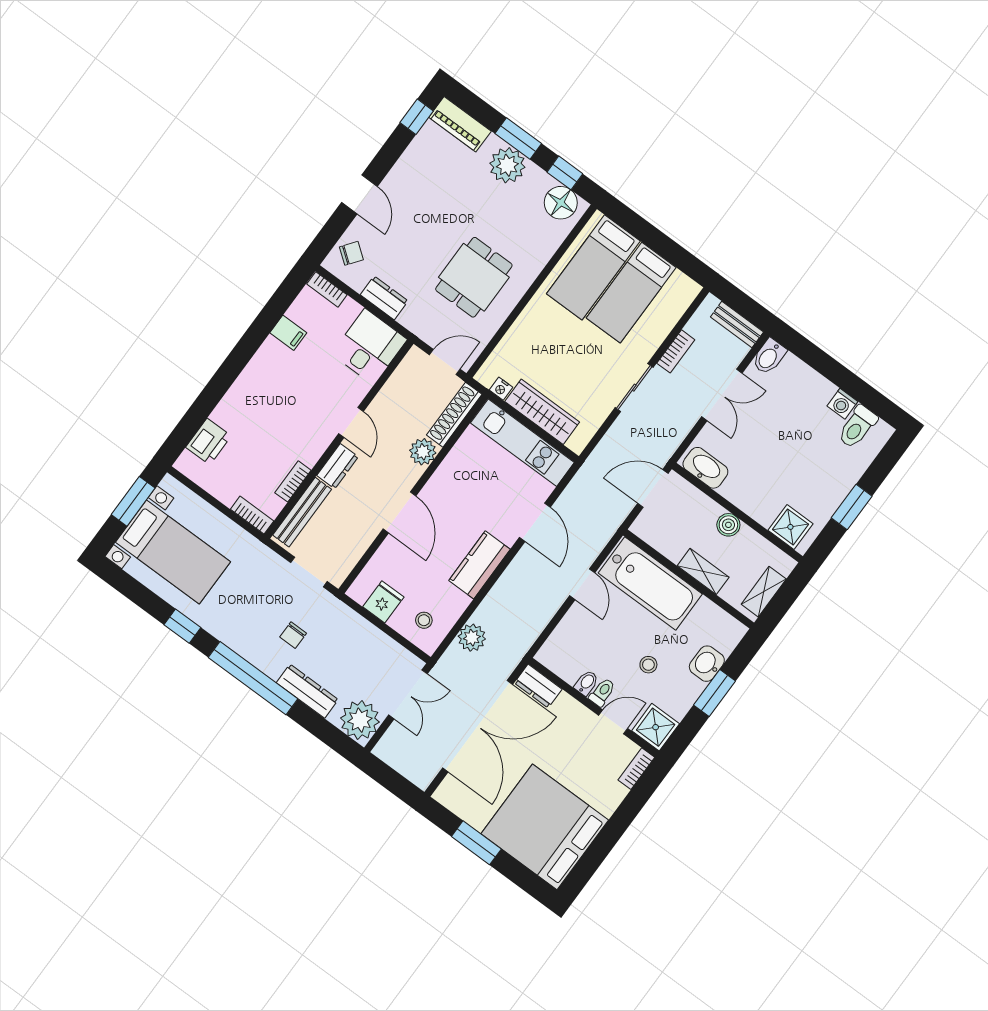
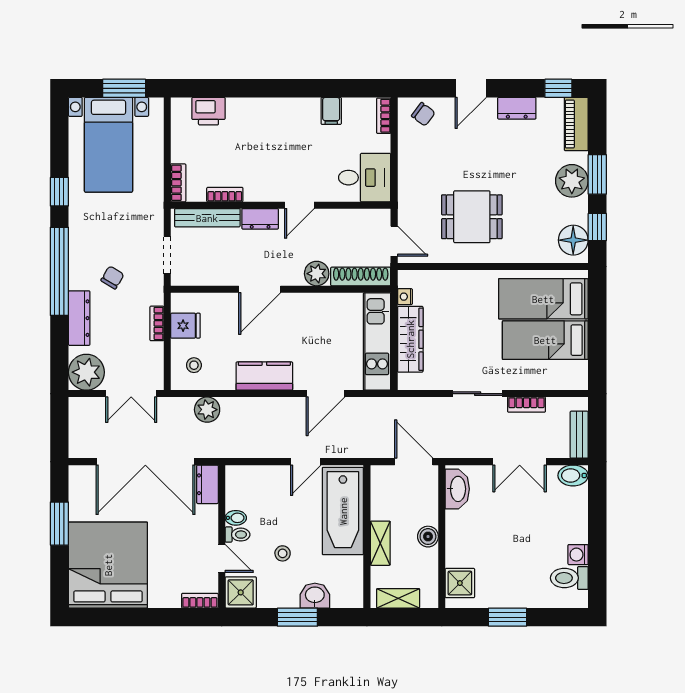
dresser: (384, 298) -> (517, 108), moved, turned 90
bookcase: (363, 626) -> (157, 323), added
chair: (293, 635) -> (112, 278), turned 121

